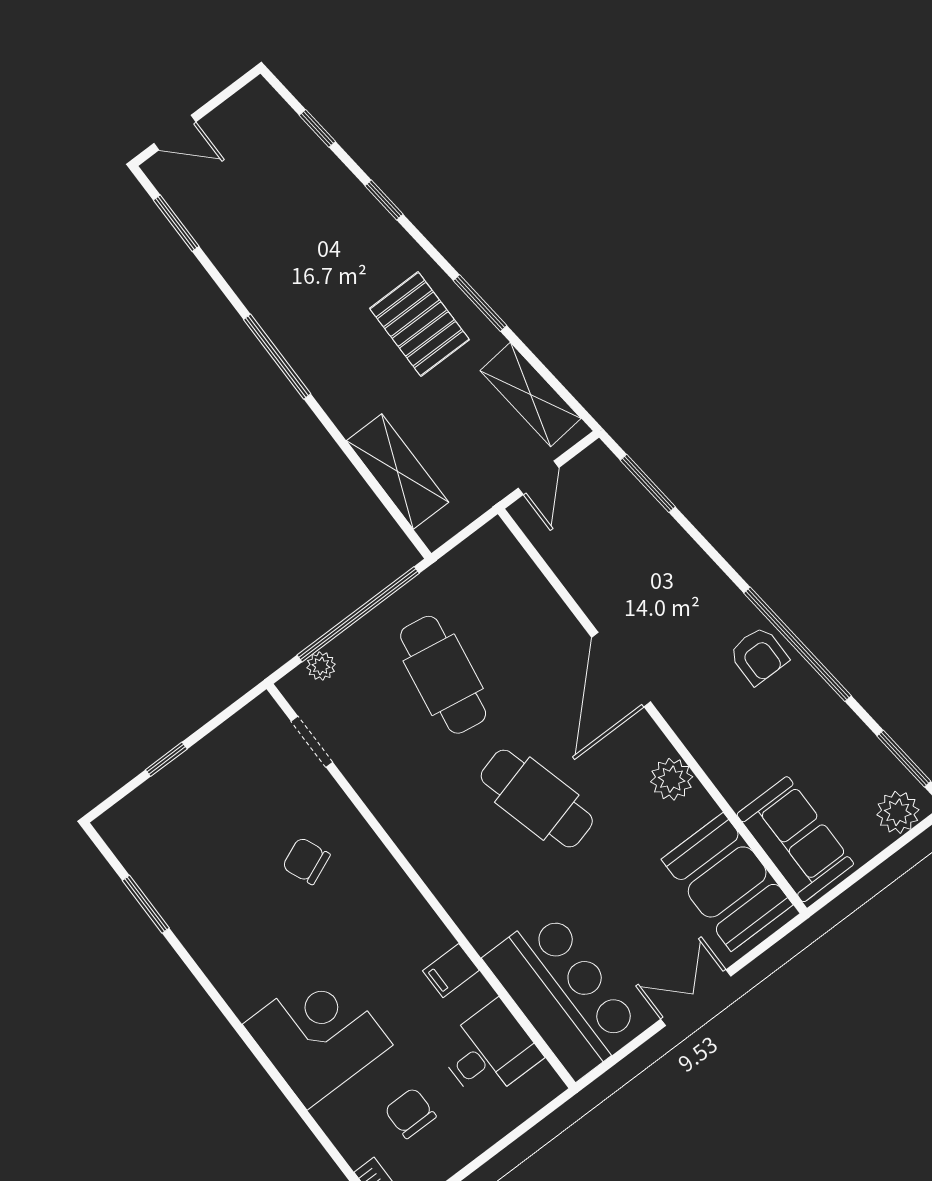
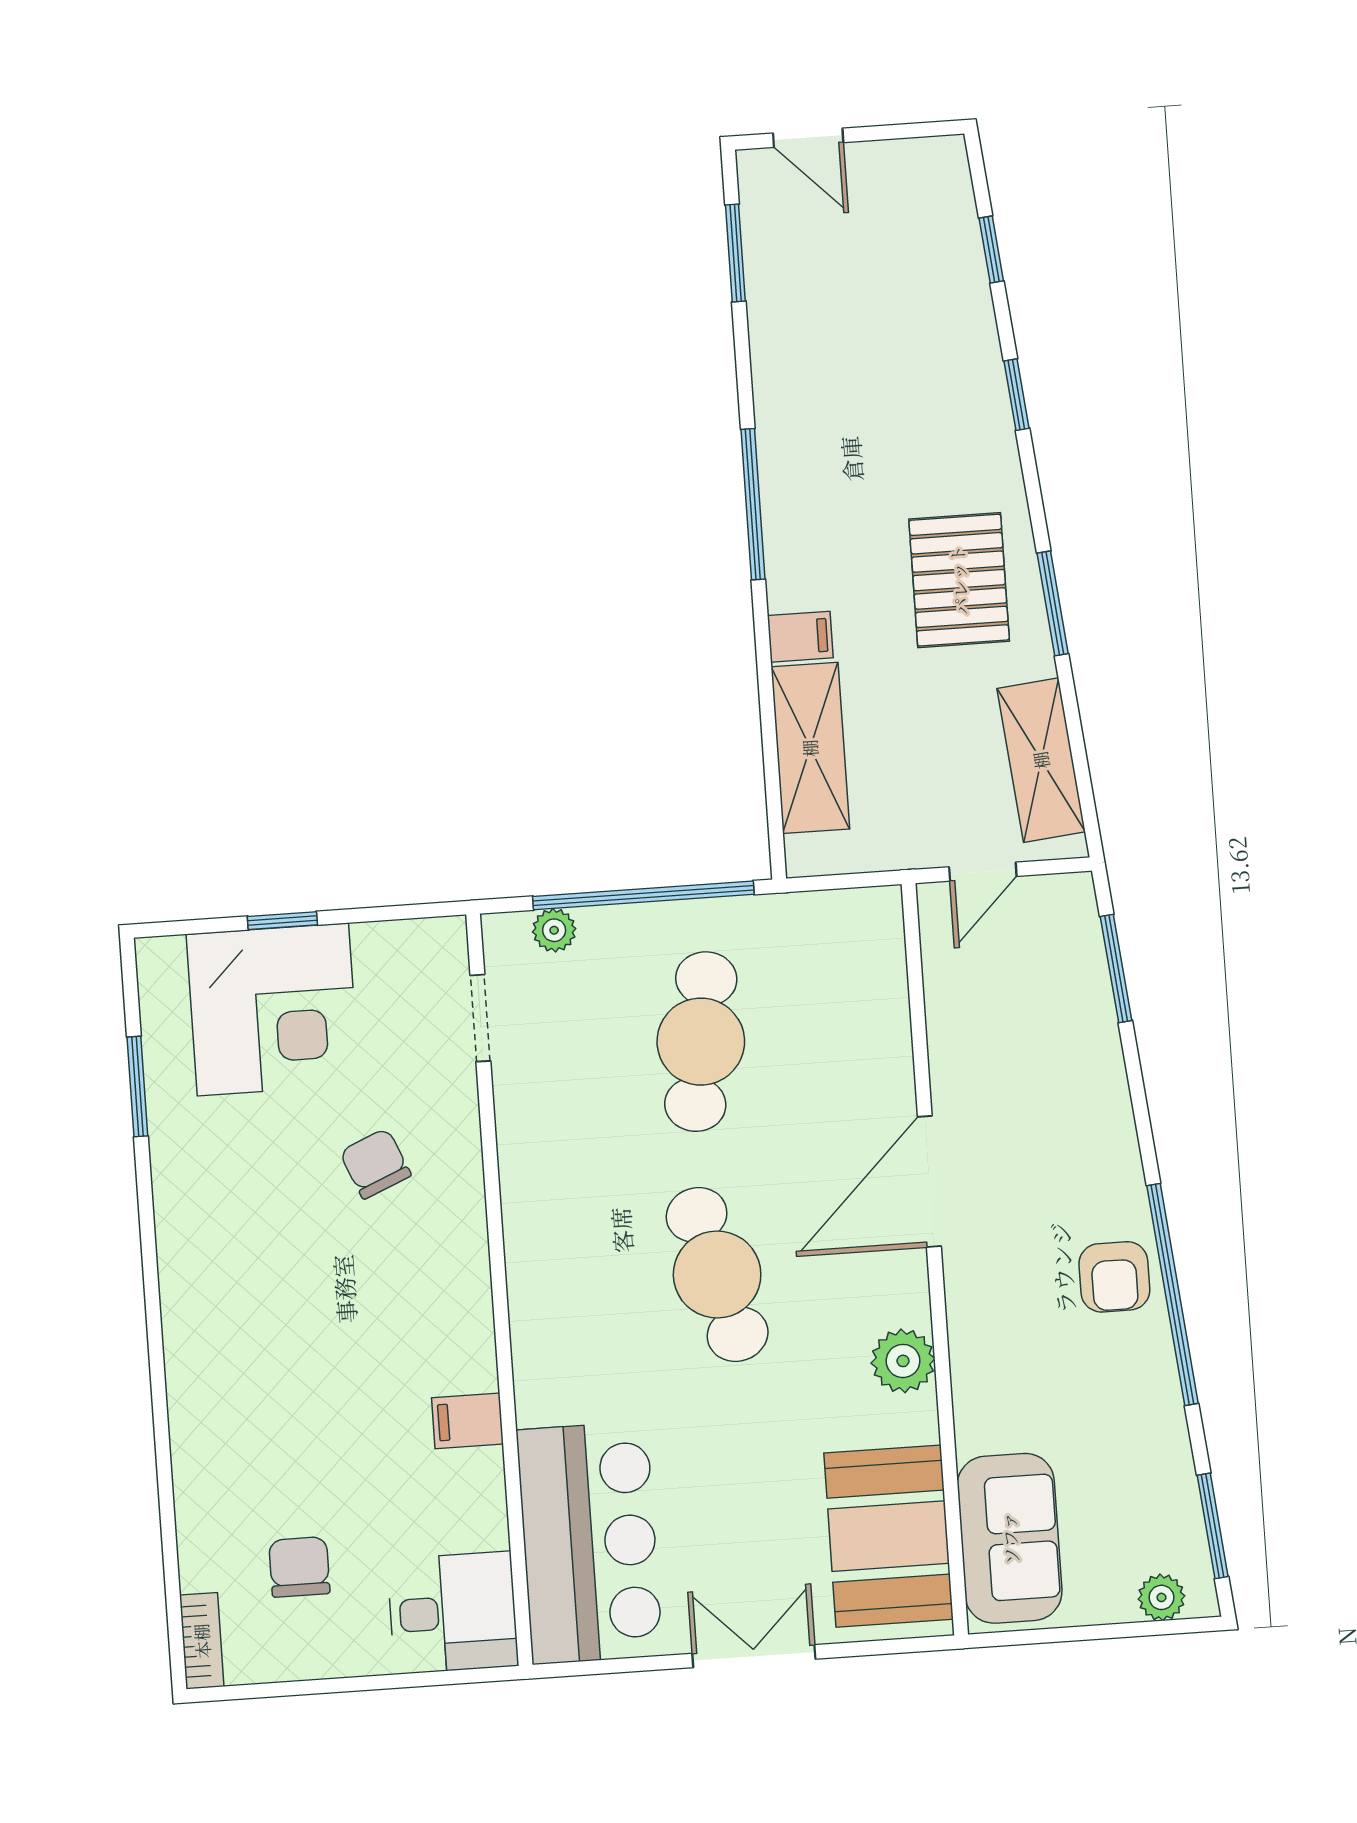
filing cabinet: (352, 413) -> (800, 637), added
plant: (898, 812) -> (1161, 1597), width x0.73, depth x0.73
corner desk: (318, 1035) -> (273, 1009), moved, turned 90
desk: (489, 1052) -> (453, 1613), moved

